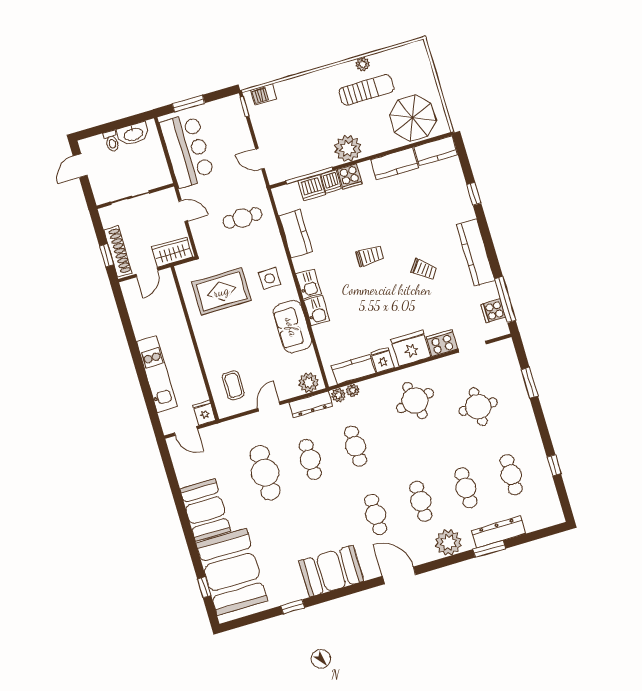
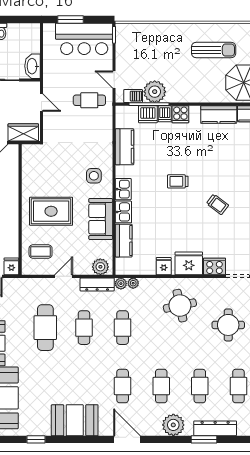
plant: (363, 64) -> (217, 29), removed
barbecue: (264, 94) -> (133, 96), moved, turned 180
washbasin: (133, 134) -> (32, 66), moved, turned 90
plant: (348, 148) -> (155, 92), moved
bar counter: (187, 150) -> (84, 39), moved, turned 90
cafe table: (242, 218) -> (89, 100), moved
trolley: (370, 256) -> (178, 181), turned 180
rug: (221, 291) -> (51, 211), moved
kitchen counter: (353, 369) -> (124, 241), moved, turned 90
coffee table: (233, 385) -> (41, 251), turned 90

